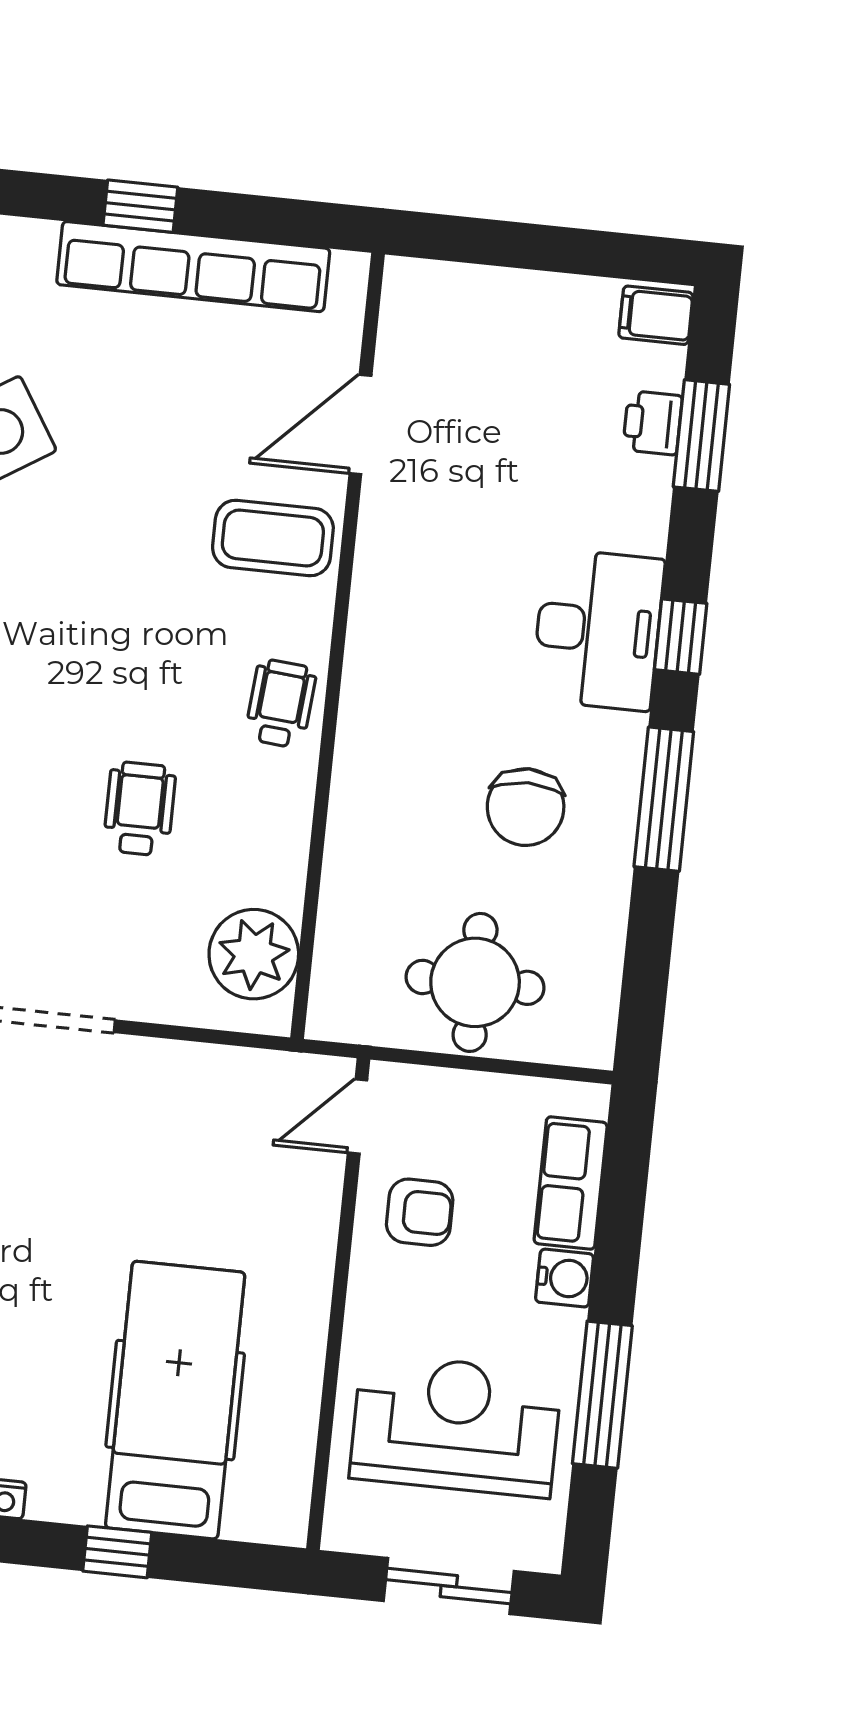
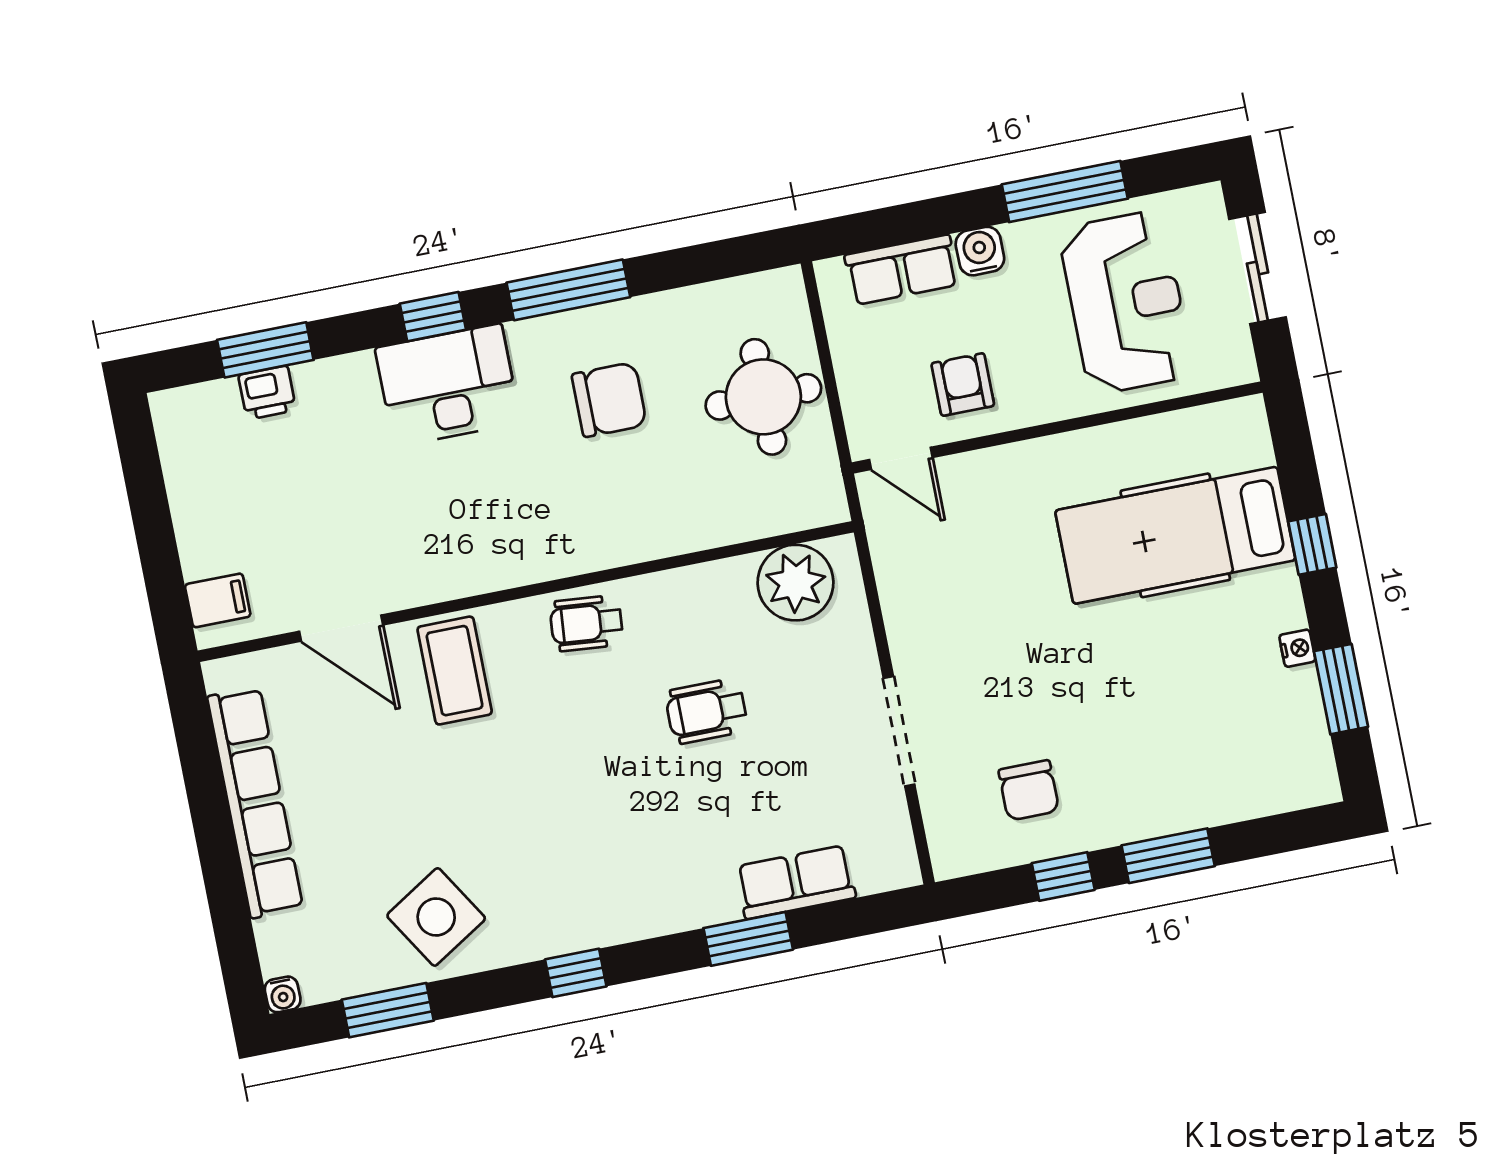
window: (140, 206) -> (219, 860), removed
filing cabinet: (656, 315) -> (218, 600), moved, turned -90
reception desk: (456, 1425) -> (1126, 302), turned 180

